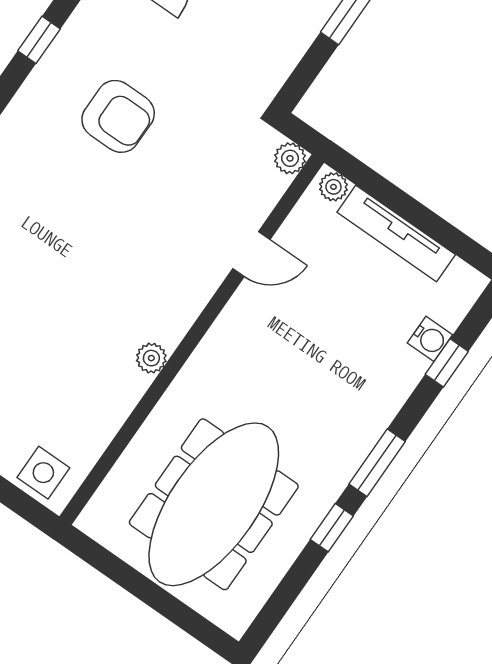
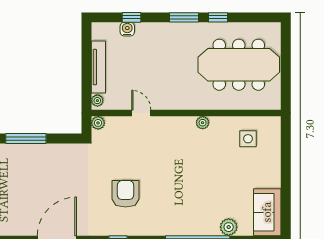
side table: (43, 473) -> (248, 139), moved

